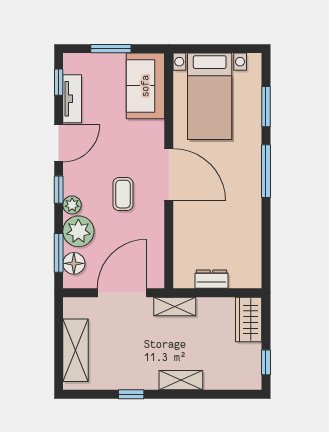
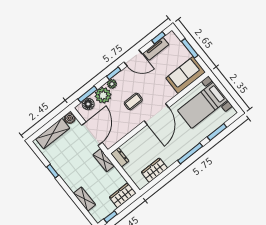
wardrobe: (249, 243) -> (154, 170), added
dresser: (211, 279) -> (120, 157), moved
door: (122, 293) -> (92, 134), hinge flipped
boiler: (73, 307) -> (70, 118), added
shelving: (181, 380) -> (84, 199), moved

